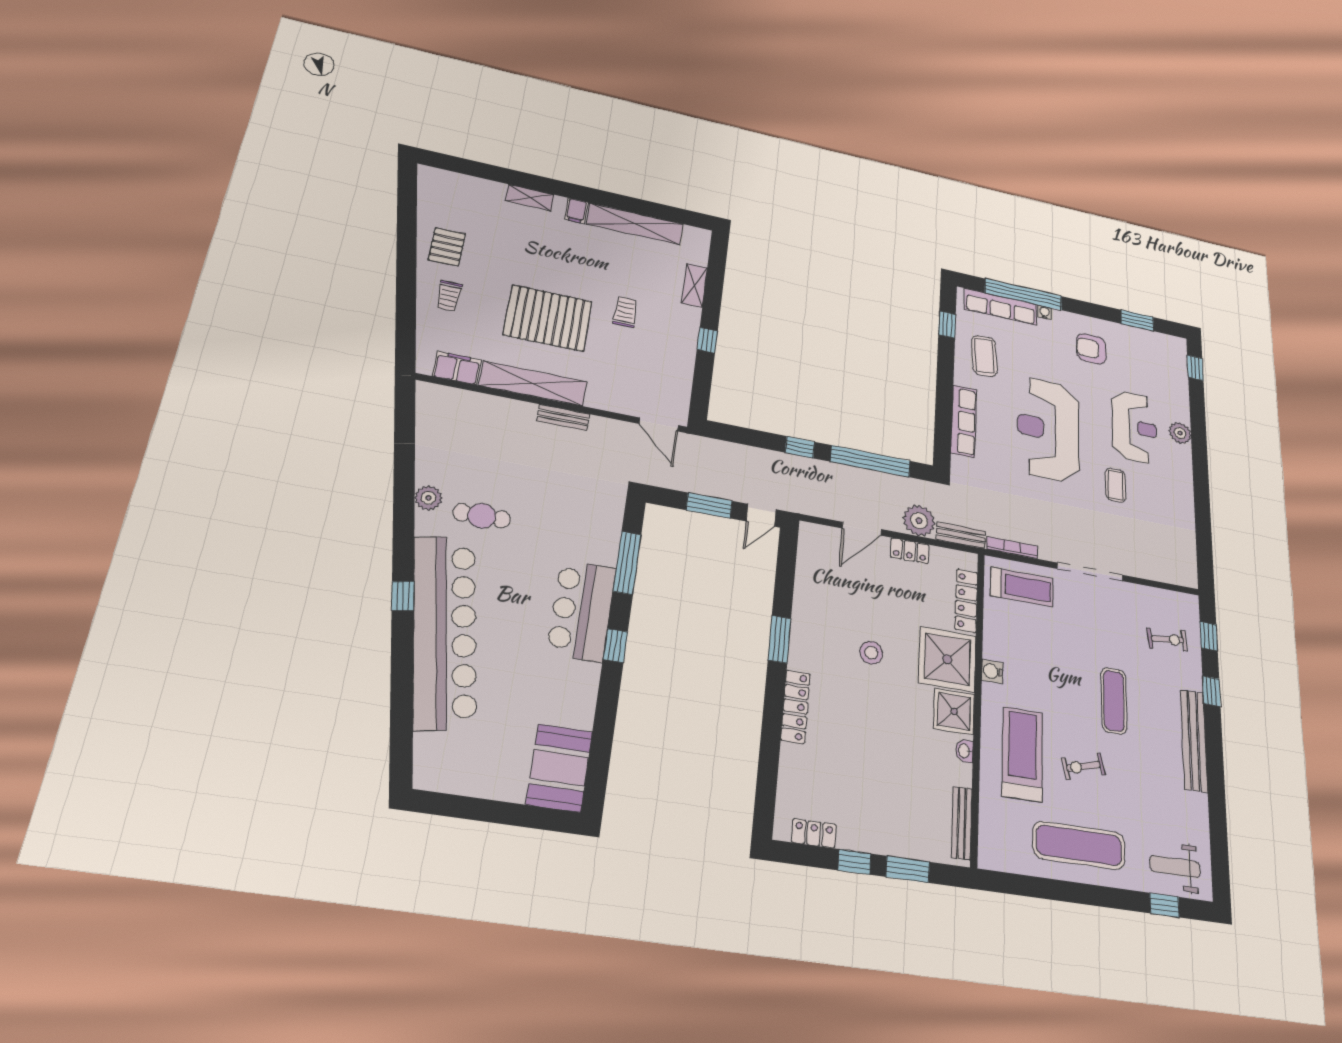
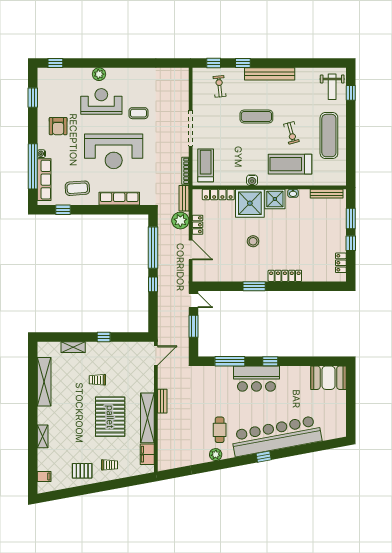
filing cabinet: (576, 211) -> (44, 476), moved

